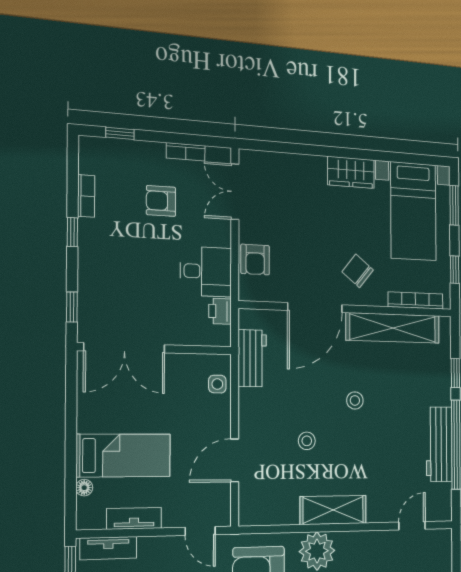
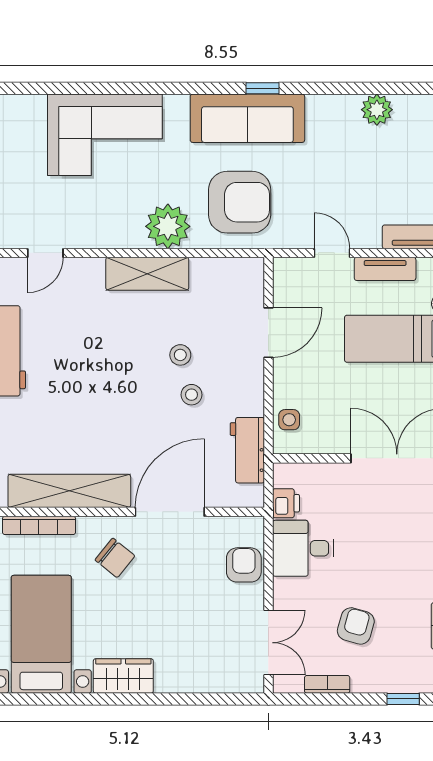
armchair: (161, 201) -> (356, 626), turned -74
stool: (355, 400) -> (192, 395), moved
door: (200, 531) -> (332, 253), moved

